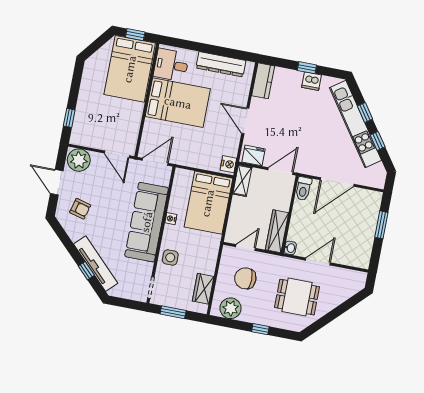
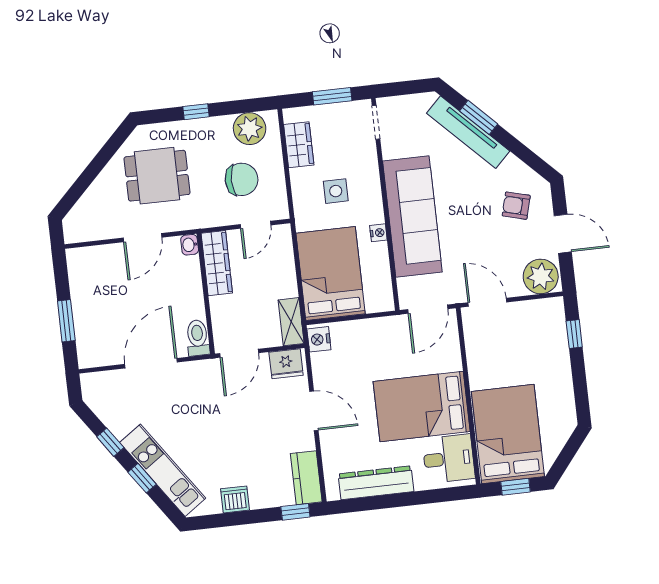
window: (307, 68) -> (295, 512), moved
kitchen unit: (355, 124) -> (163, 470), width x0.73
side table: (170, 258) -> (336, 191), moved
window: (86, 271) -> (479, 117), width x1.50

